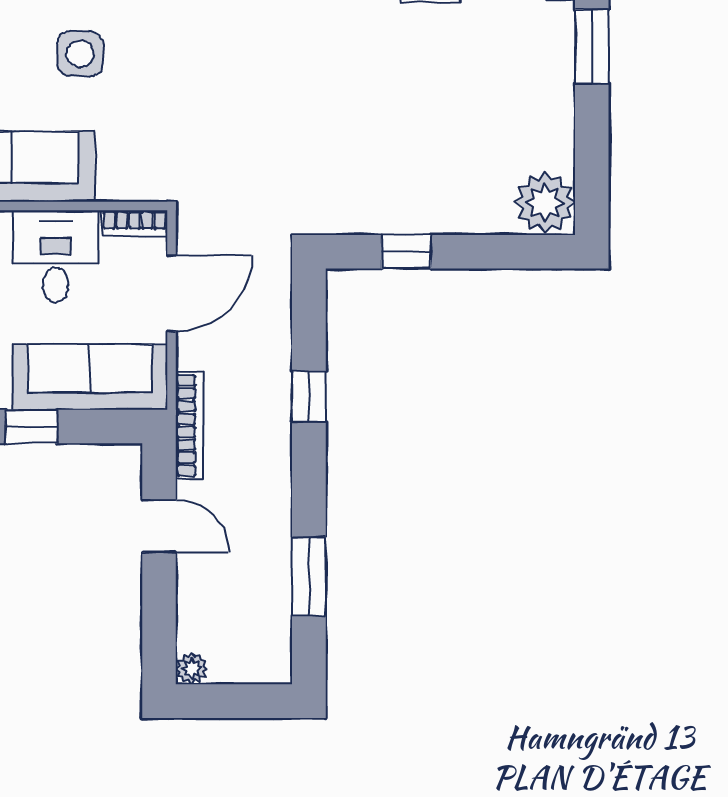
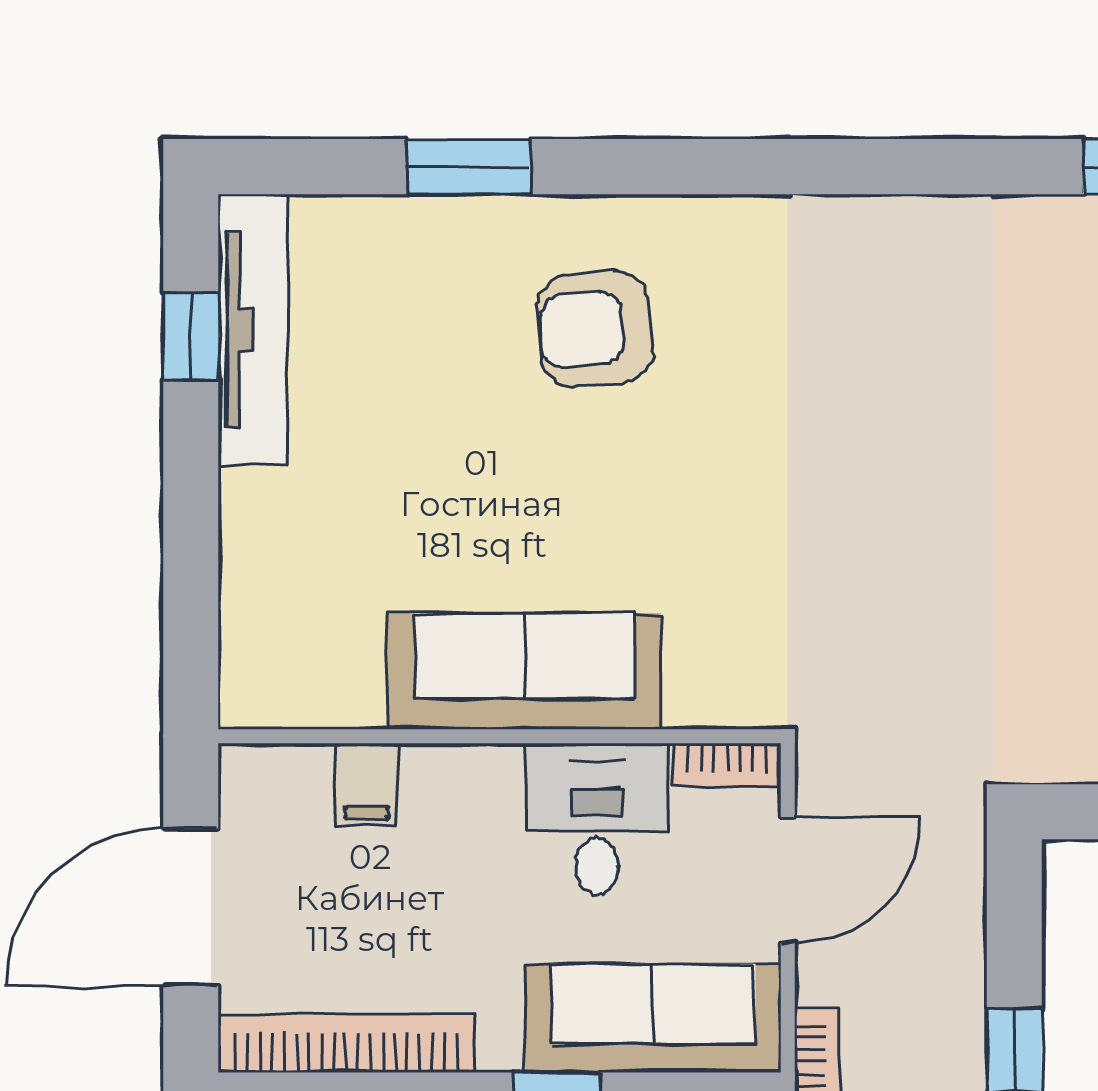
side table: (80, 54) -> (637, 485), removed

